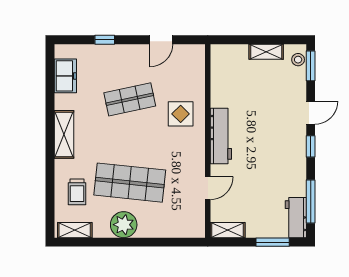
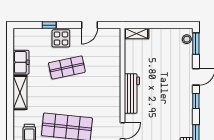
shelving: (266, 52) -> (136, 34), moved
freezer: (65, 76) -> (21, 62), moved
display table: (181, 114) -> (61, 38), moved

